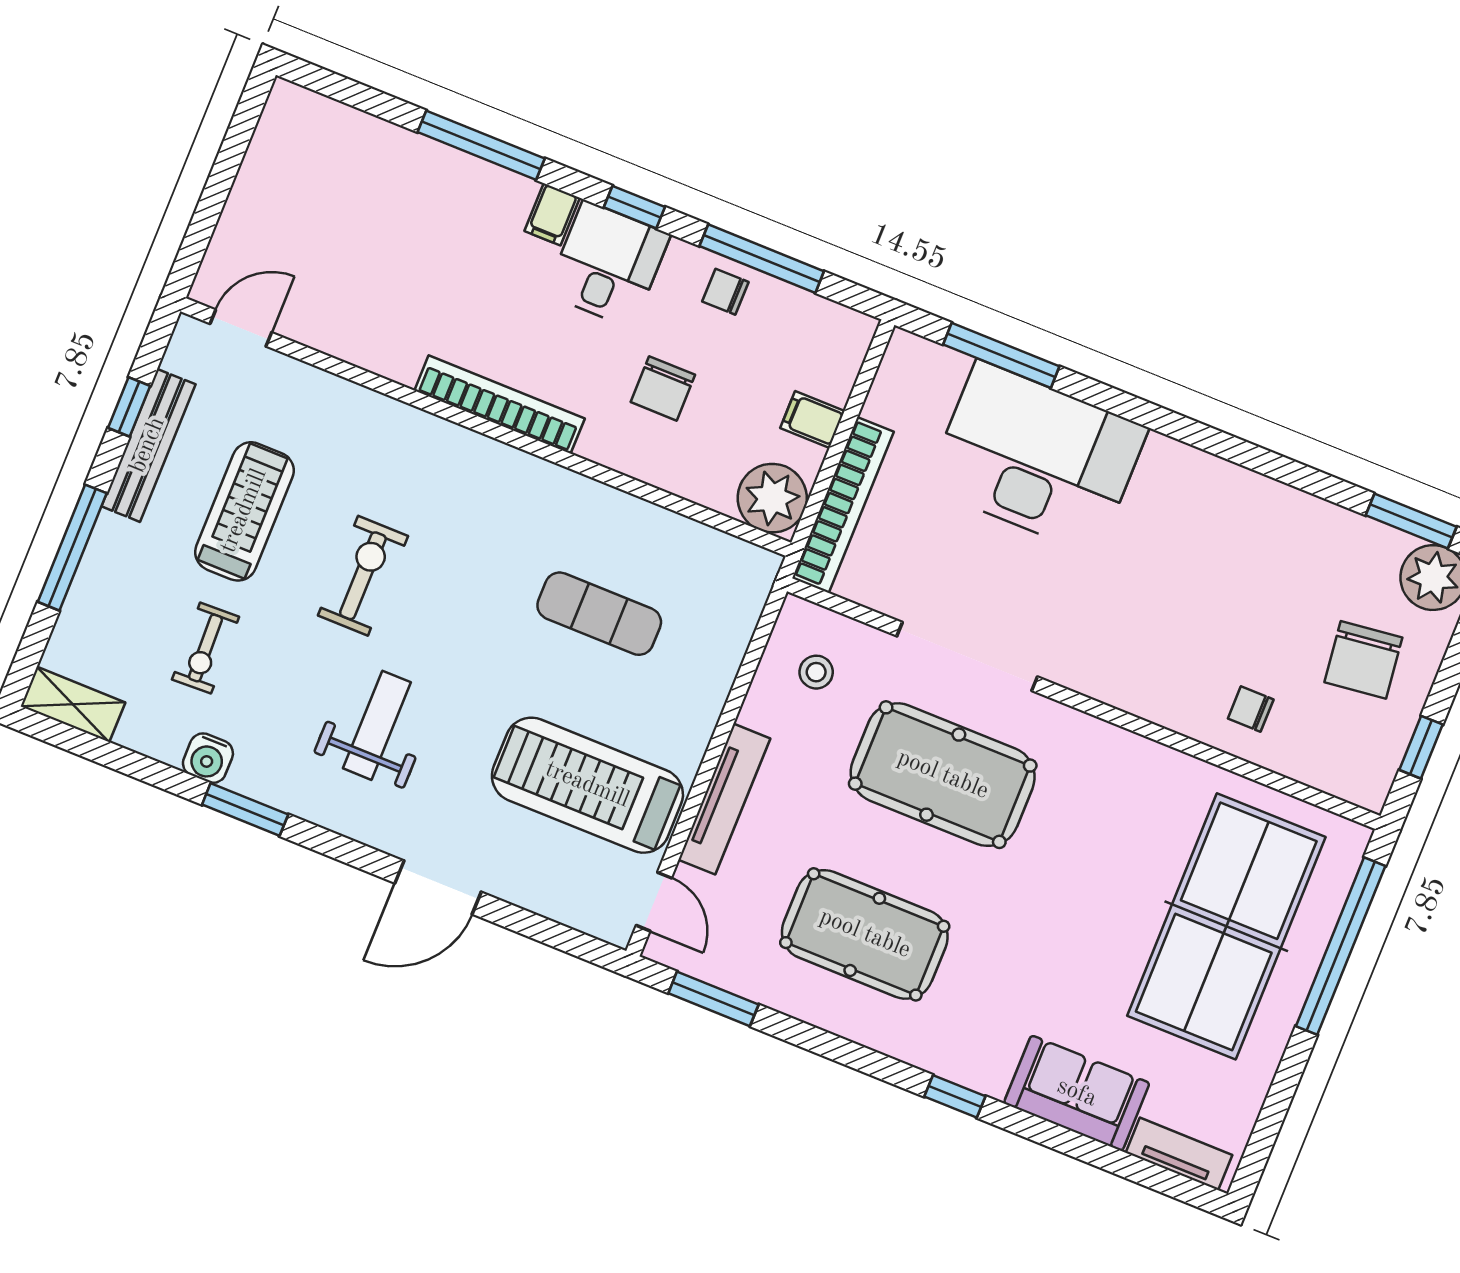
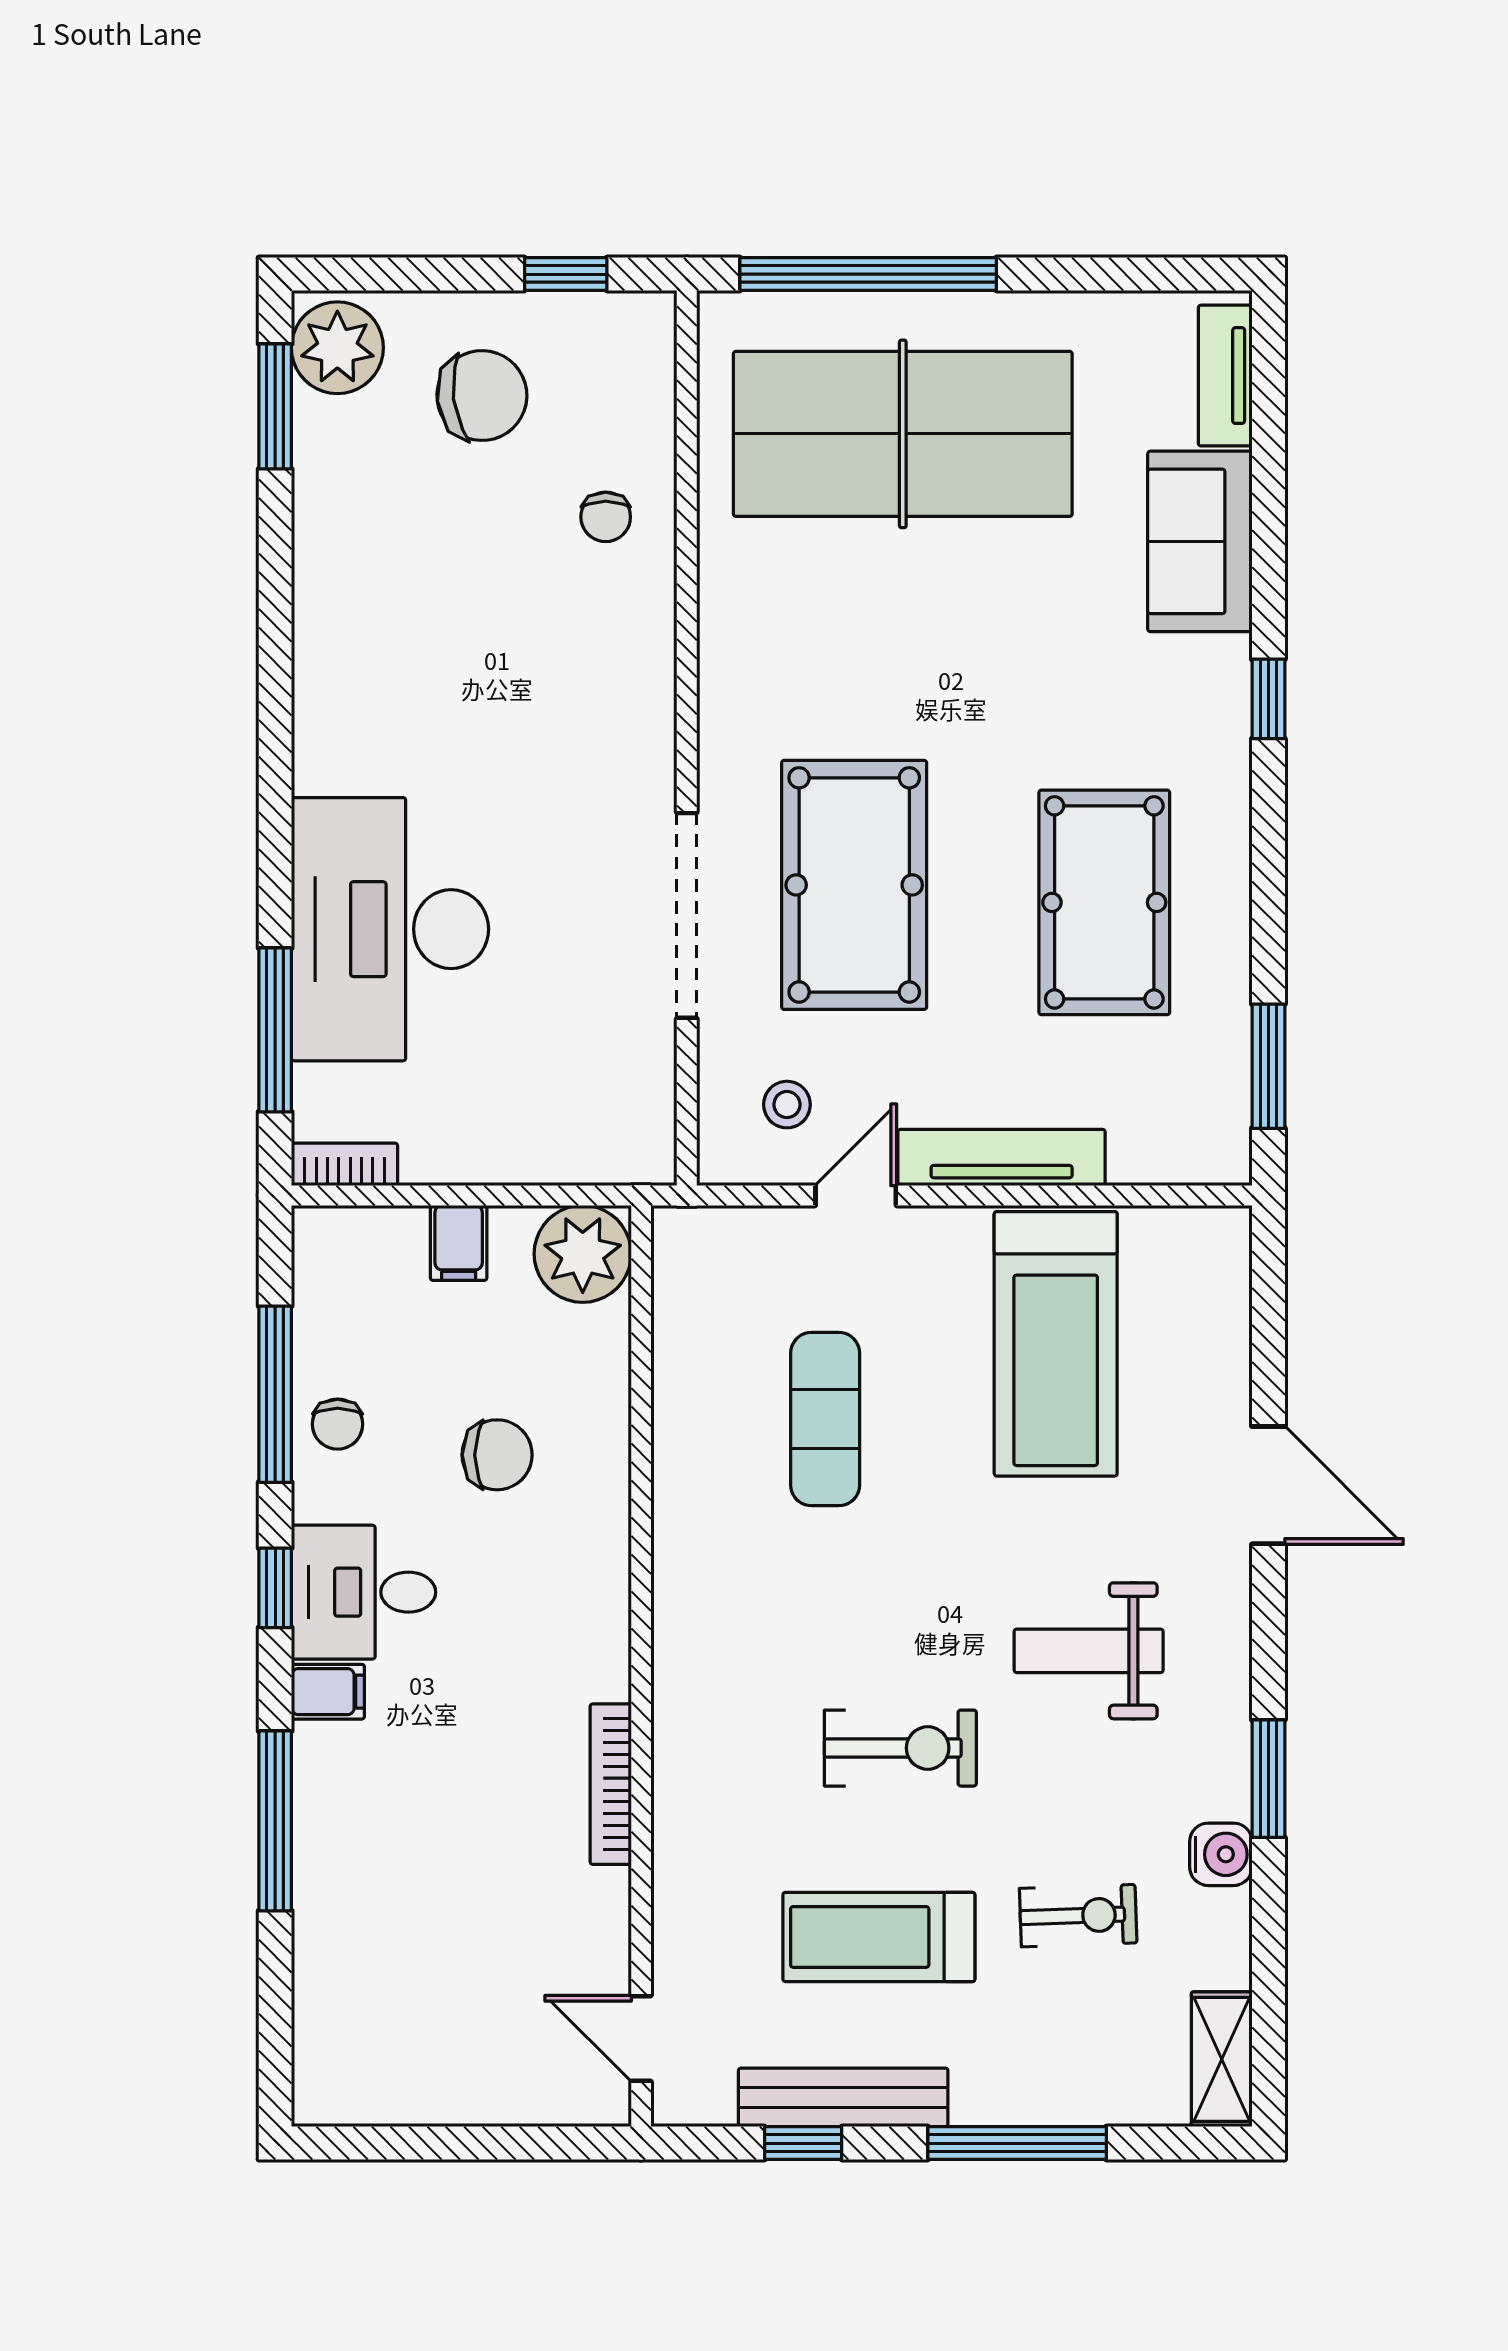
bookcase: (500, 404) -> (611, 1784), moved, width x0.68, depth x0.76
bookcase: (843, 505) -> (345, 1164), moved, width x0.43, depth x0.76
exercise bike: (363, 576) -> (900, 1748), turned 180
door: (654, 902) -> (856, 1195), moved

